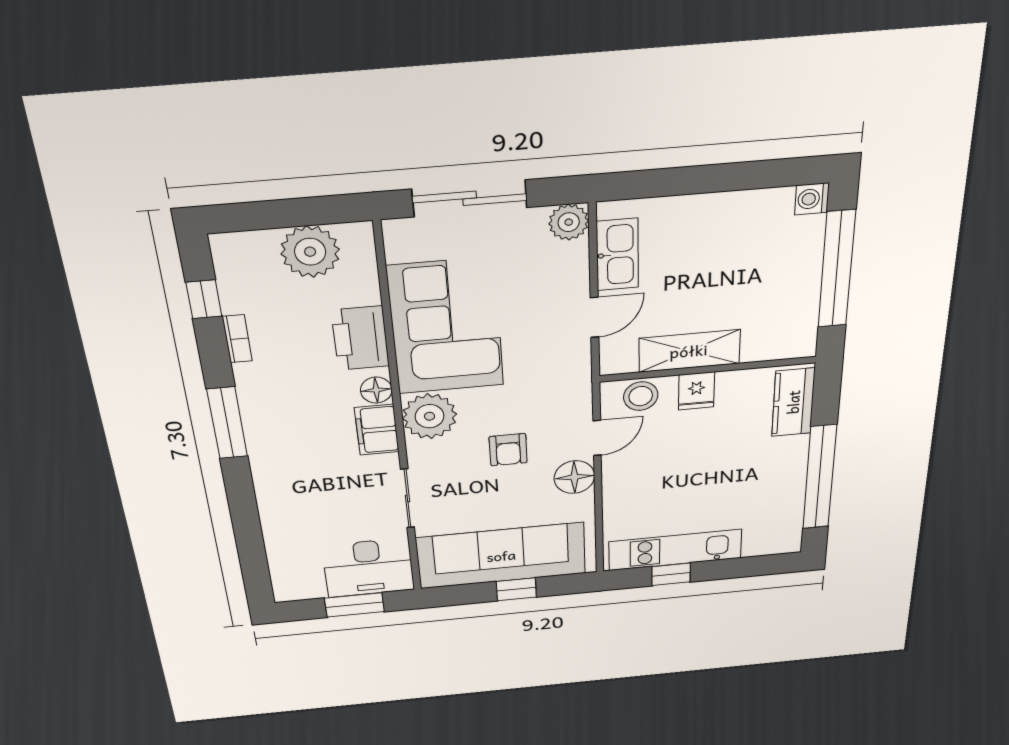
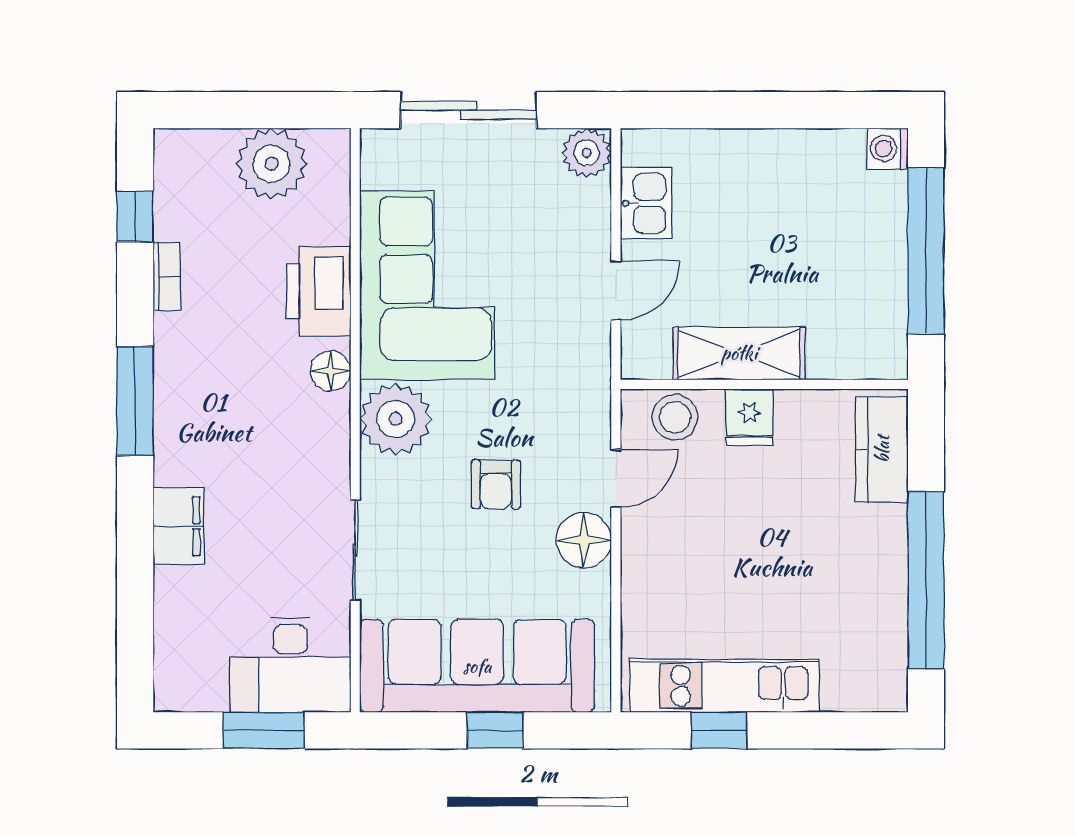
kitchen sink: (617, 255) -> (646, 203), width x0.73
filing cabinet: (377, 430) -> (179, 526), moved, turned 180

